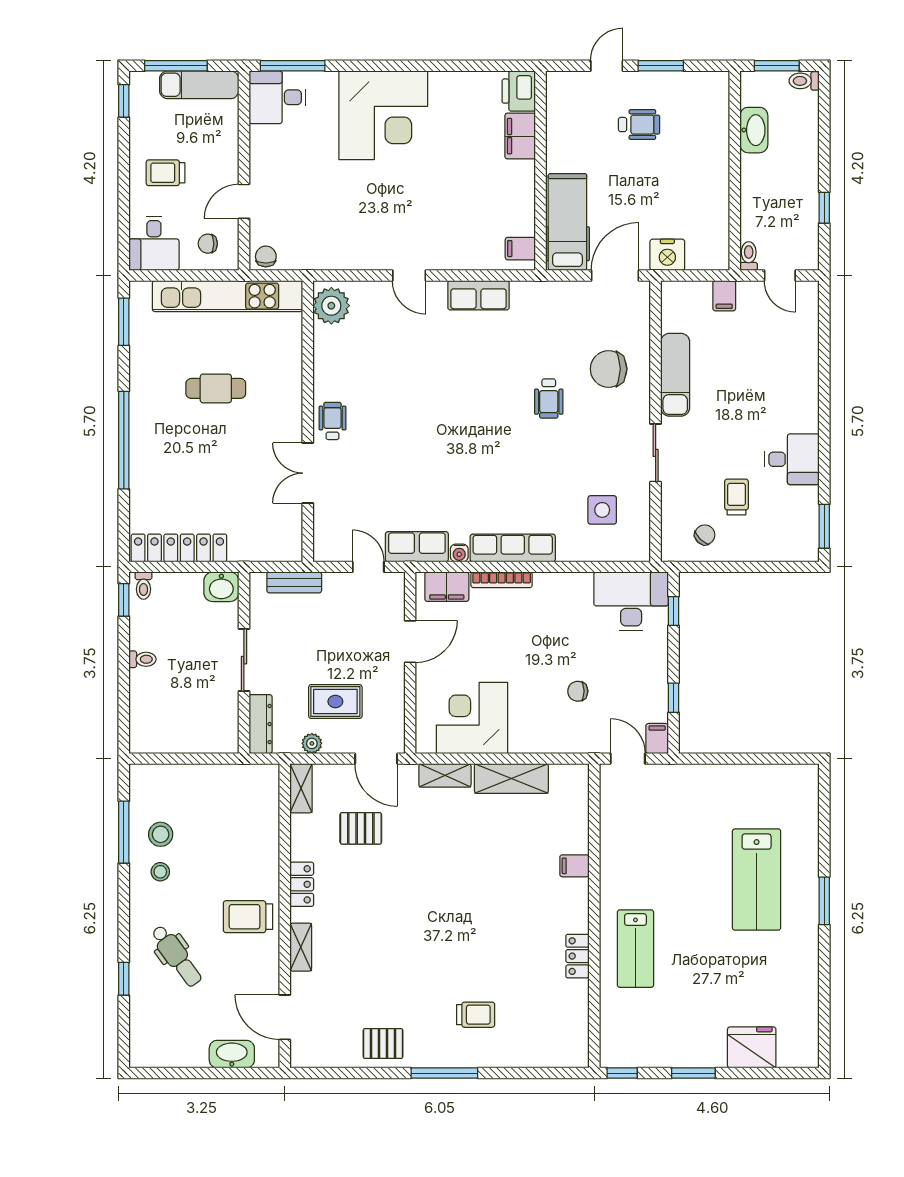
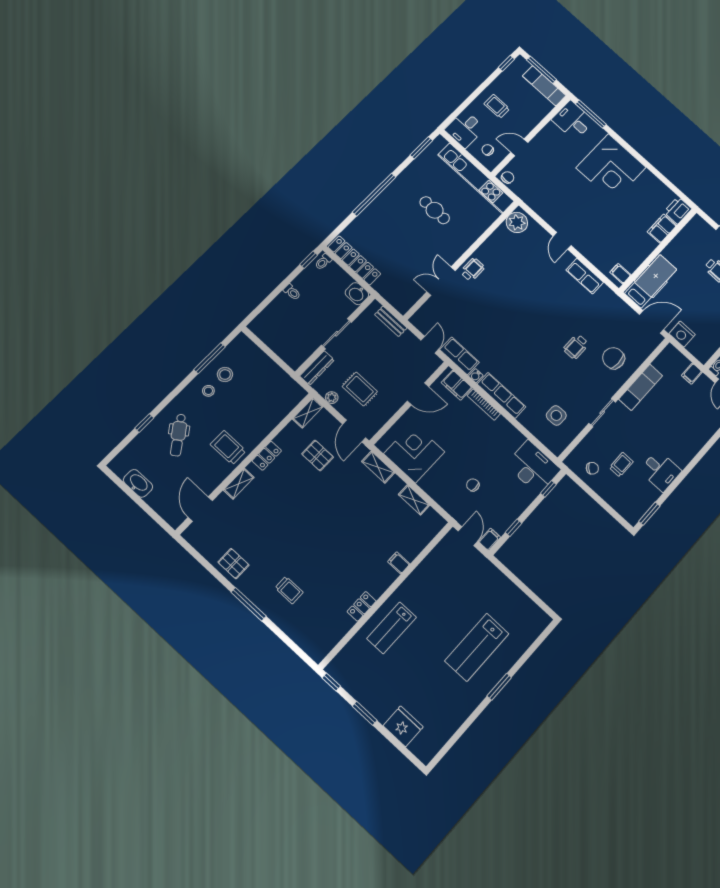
shelving: (511, 779) -> (414, 500), width x0.67, depth x0.75
washbasin: (232, 1054) -> (138, 483), moved

